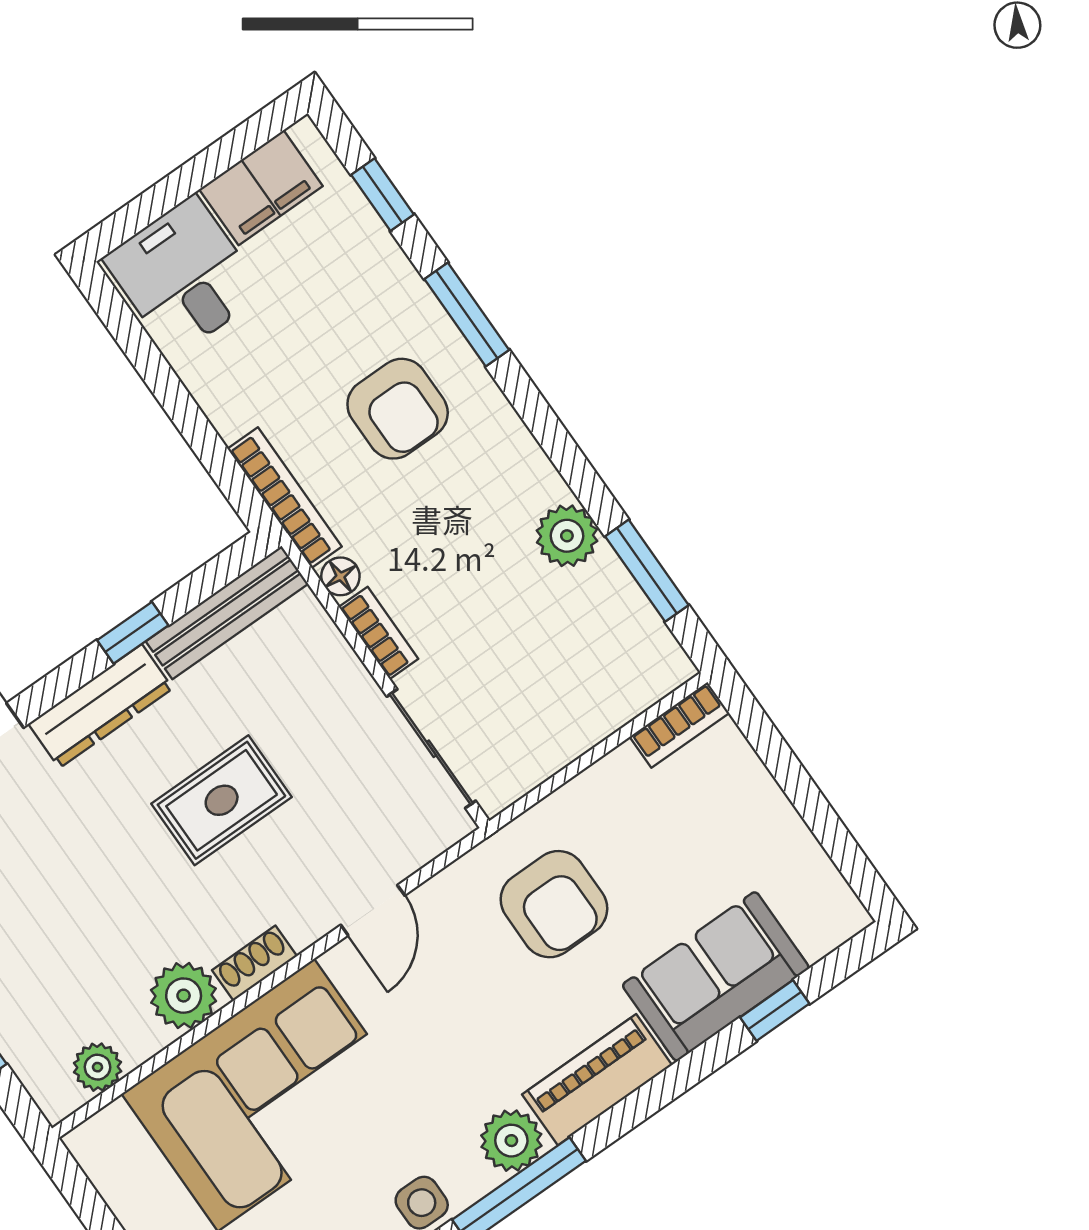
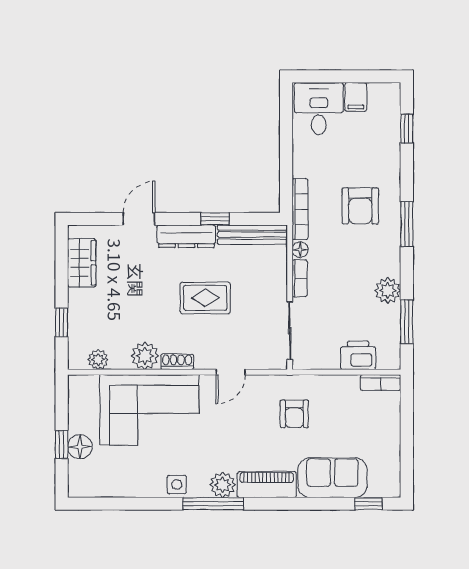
filing cabinet: (261, 188) -> (356, 97), width x0.50
window: (467, 314) -> (407, 224), moved
printer: (598, 703) -> (358, 355), added
armchair: (554, 904) -> (294, 414), width x0.72, depth x0.72
window: (775, 1011) -> (368, 504), moved

